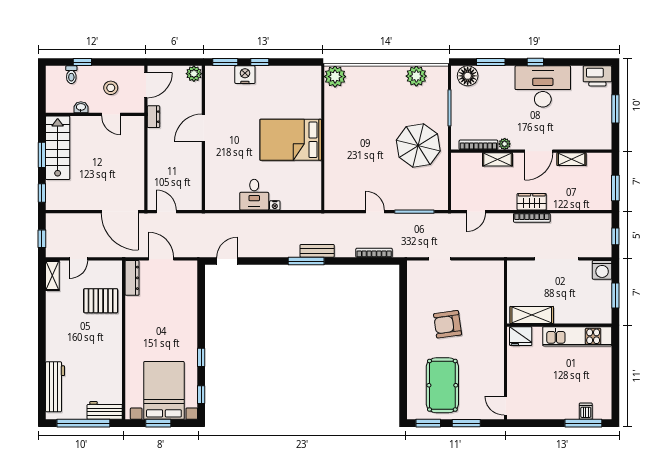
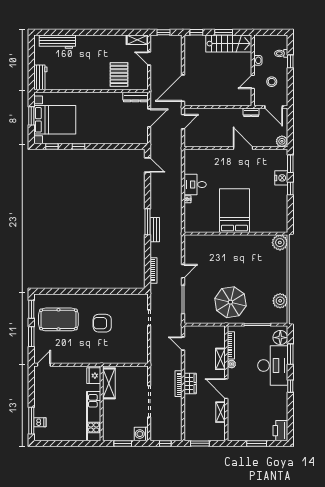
desk: (543, 86) -> (273, 366), moved
armchair: (448, 324) -> (102, 323), turned -82
window: (83, 423) -> (31, 62), removed

